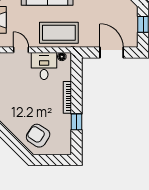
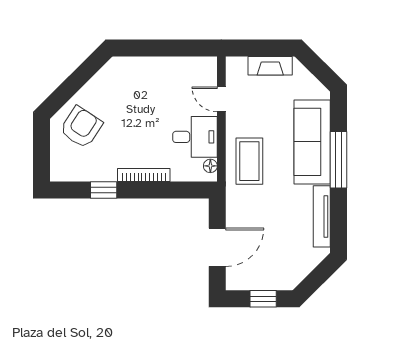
coffee table: (59, 33) -> (249, 161), width x0.73, depth x0.76
door: (21, 50) -> (221, 99), swing flipped

